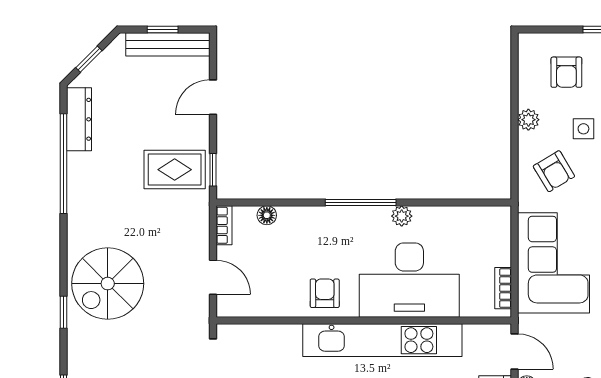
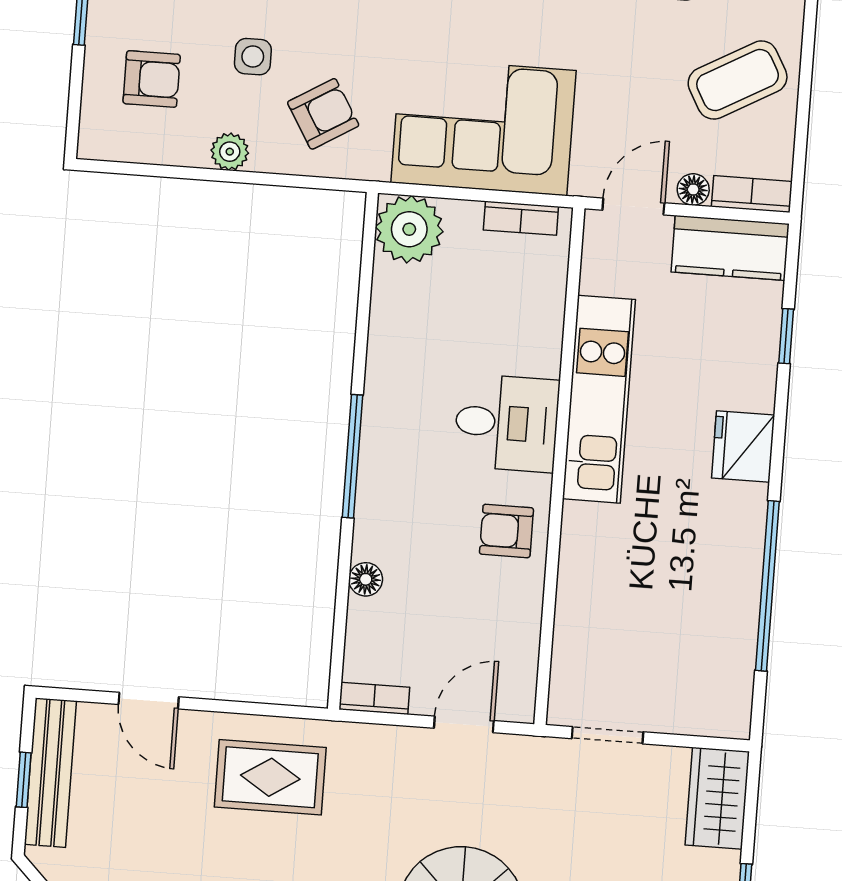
rug: (175, 170) -> (270, 777), turned 90
window: (213, 170) -> (276, 710), removed
floor lamp: (267, 215) -> (366, 579), moved
plant: (402, 216) -> (409, 229), moved, width x1.88, depth x1.88
desk: (409, 280) -> (507, 423), width x0.53, depth x0.77
kitchen unit: (382, 340) -> (599, 399), width x0.73

